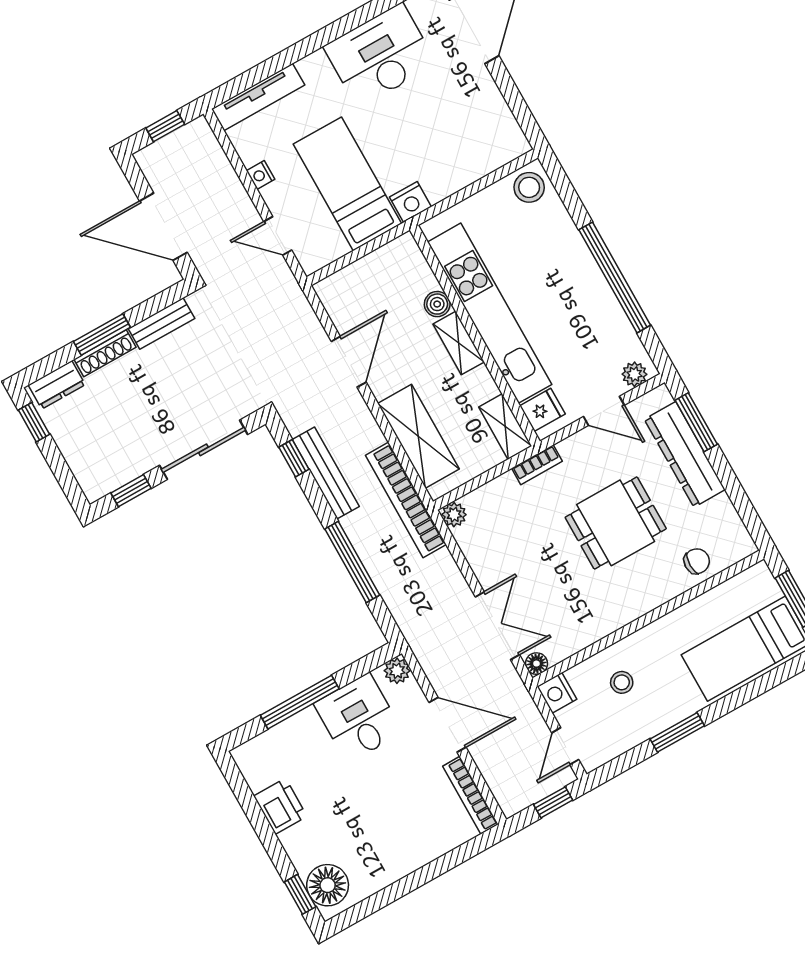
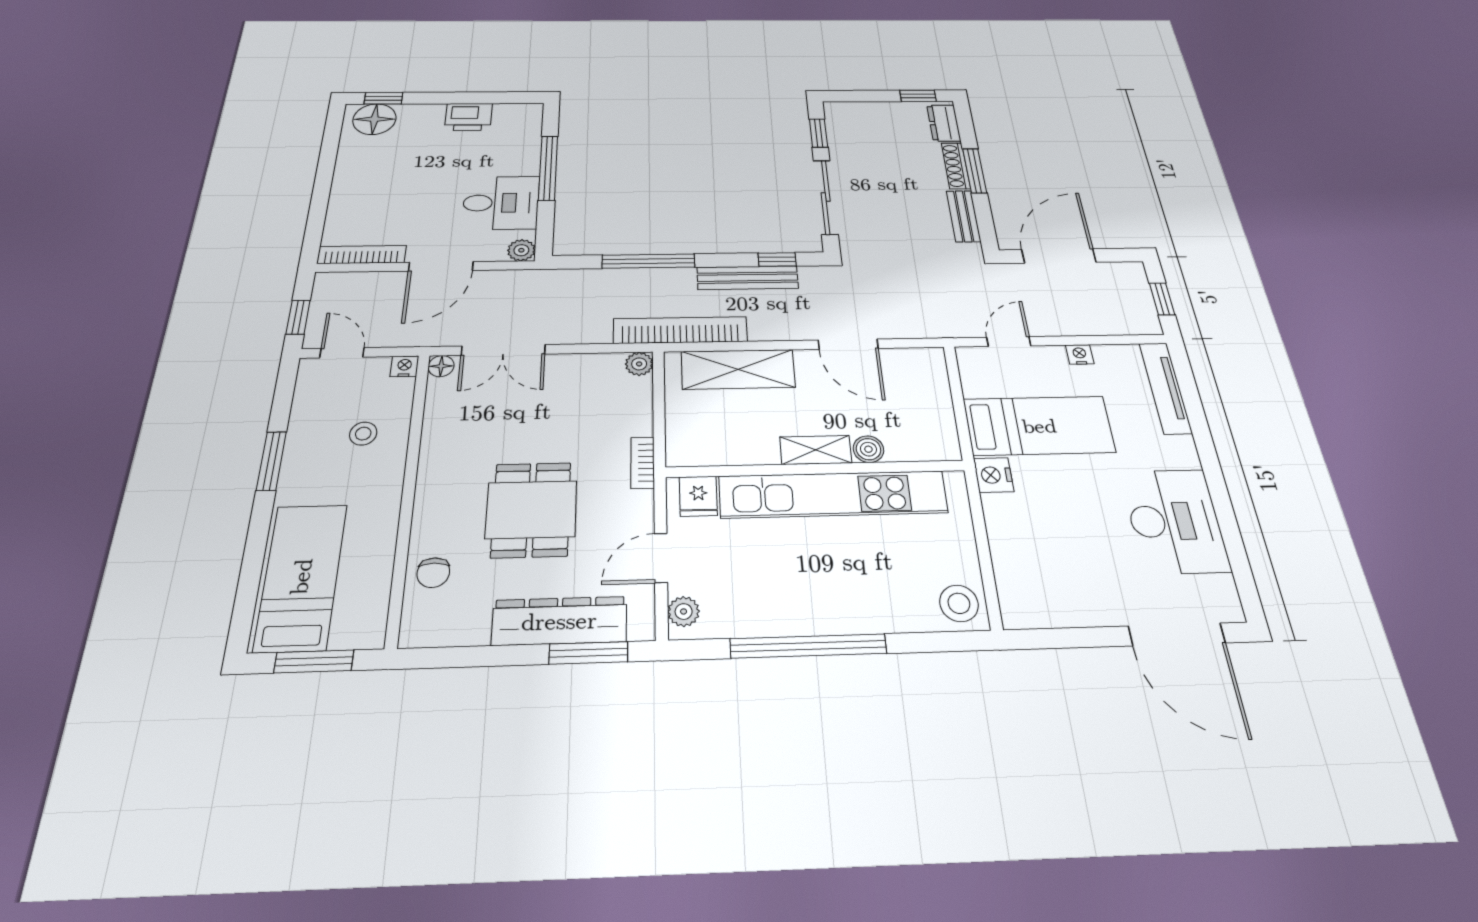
shelving: (505, 427) -> (701, 452), removed
nightstand: (557, 693) -> (404, 366), width x0.72, depth x0.74

